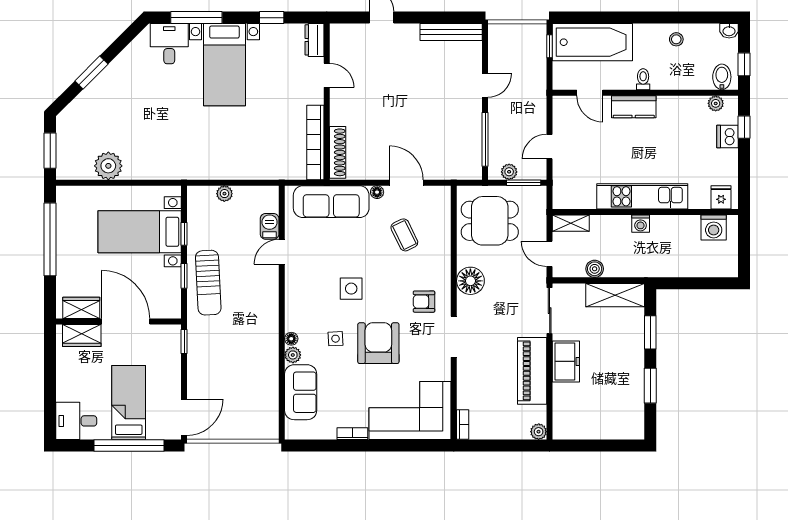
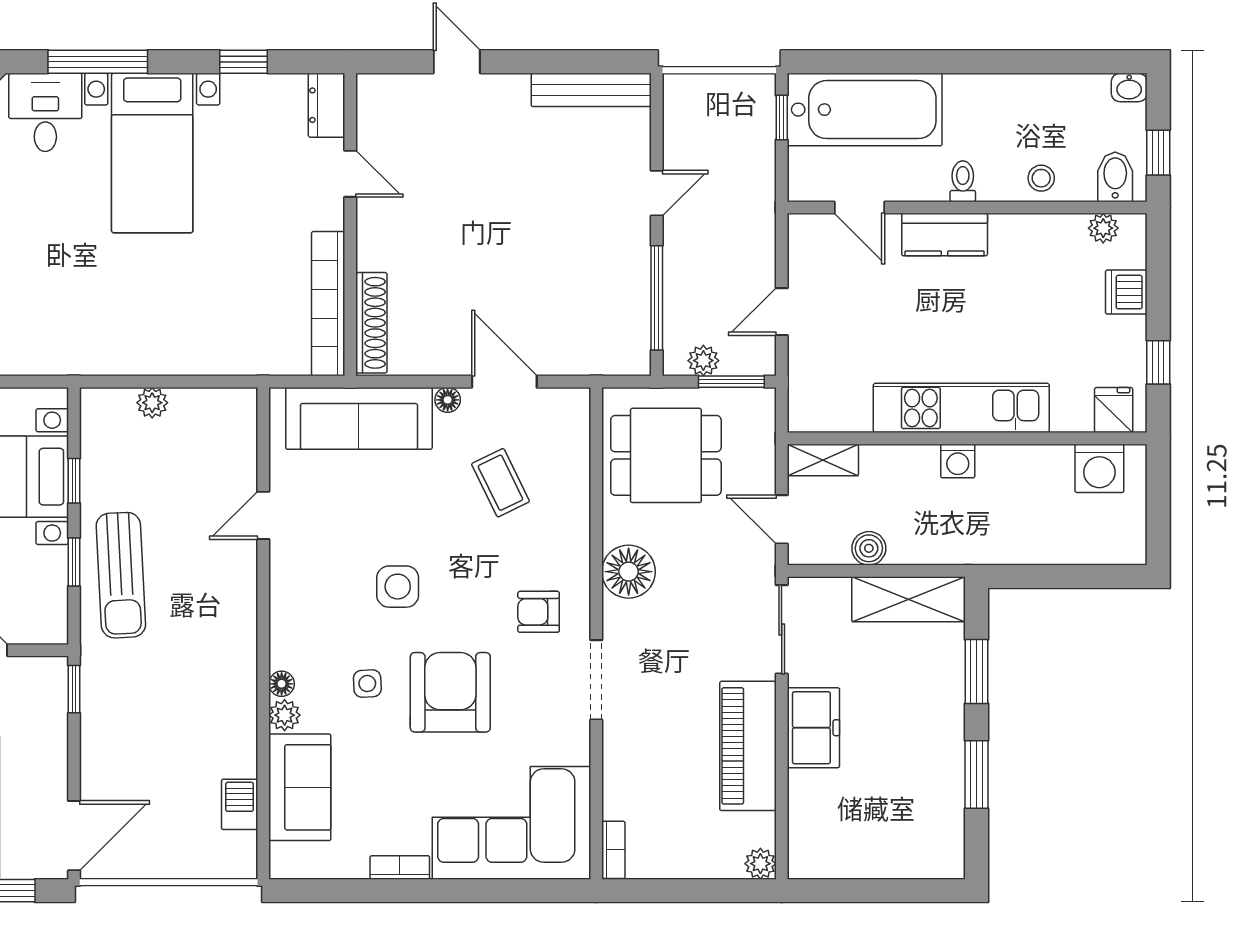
stool: (676, 39) -> (1041, 178), moved
window: (744, 127) -> (1158, 362), moved
barbecue: (270, 226) -> (240, 804), moved

